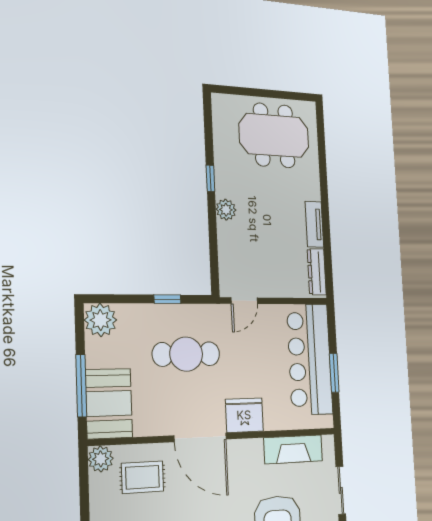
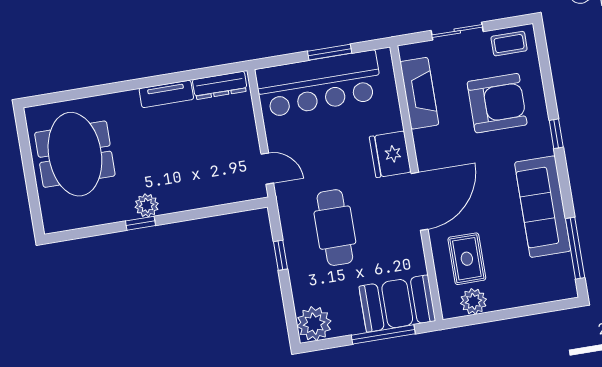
plant: (226, 210) -> (147, 205), moved
plant: (101, 459) -> (474, 301), moved

